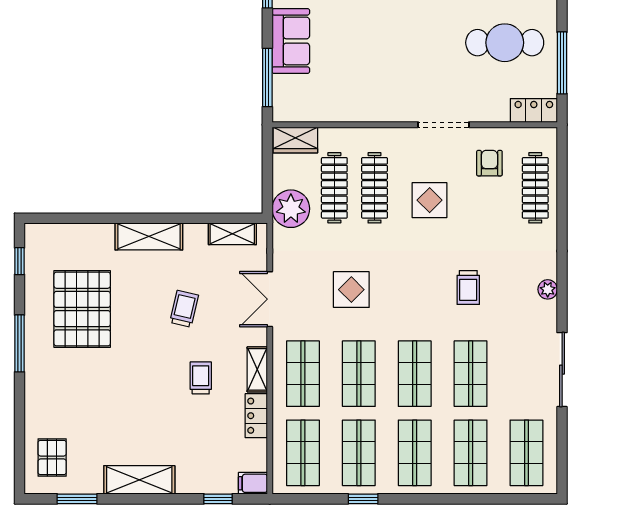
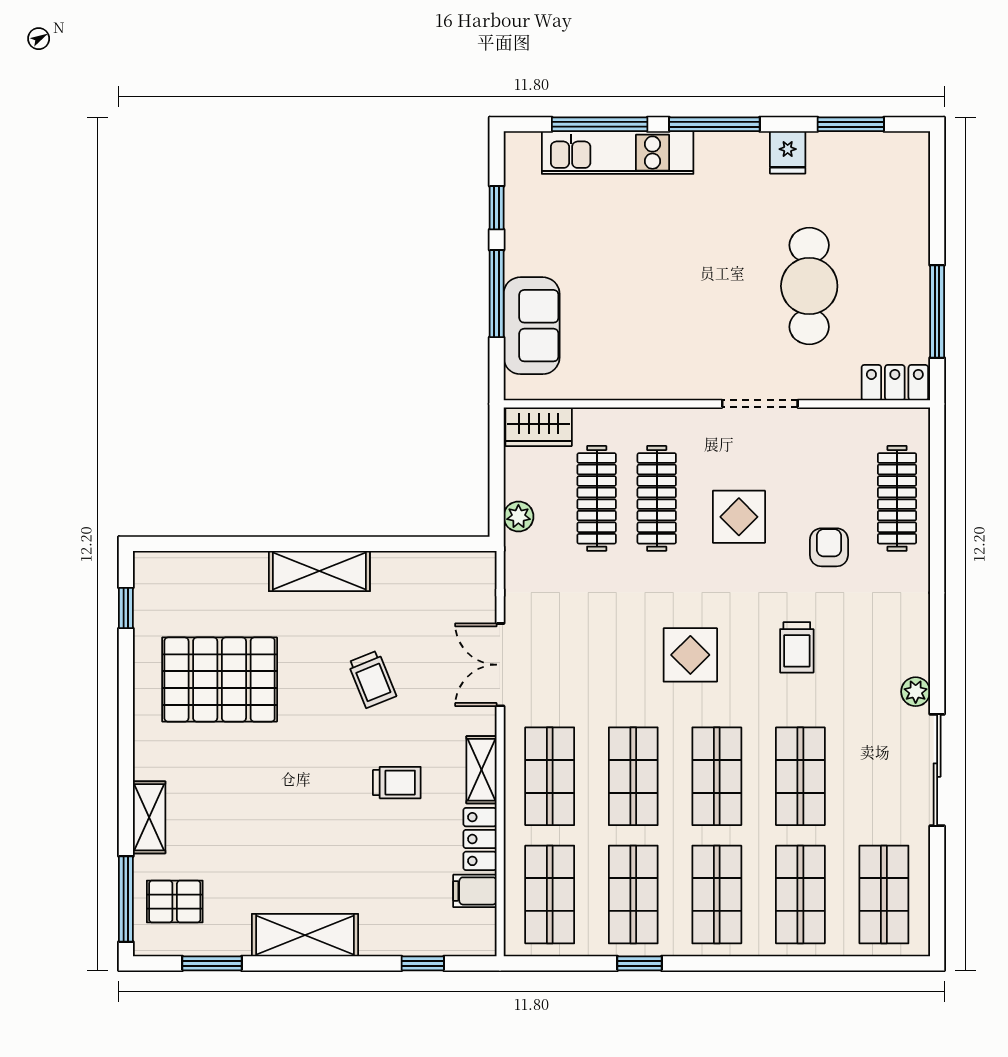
sofa: (291, 41) -> (532, 326), moved
cafe table: (505, 43) -> (809, 286), moved, turned 90
window: (267, 77) -> (497, 294), moved
armchair: (489, 163) -> (829, 547), moved
plant: (291, 209) -> (518, 517), width x0.53, depth x0.53
shelving: (232, 234) -> (149, 817), moved, turned 90
plant: (548, 289) -> (916, 692), moved
display table: (351, 290) -> (690, 655), moved
pallet: (82, 309) -> (220, 680), turned 90
trolley: (184, 309) -> (372, 679), turned 145
window: (20, 343) -> (126, 899), moved
trolley: (201, 378) -> (397, 783), turned 90
pallet: (52, 457) -> (175, 902), turned 90
filing cabinet: (253, 483) -> (475, 891), moved

